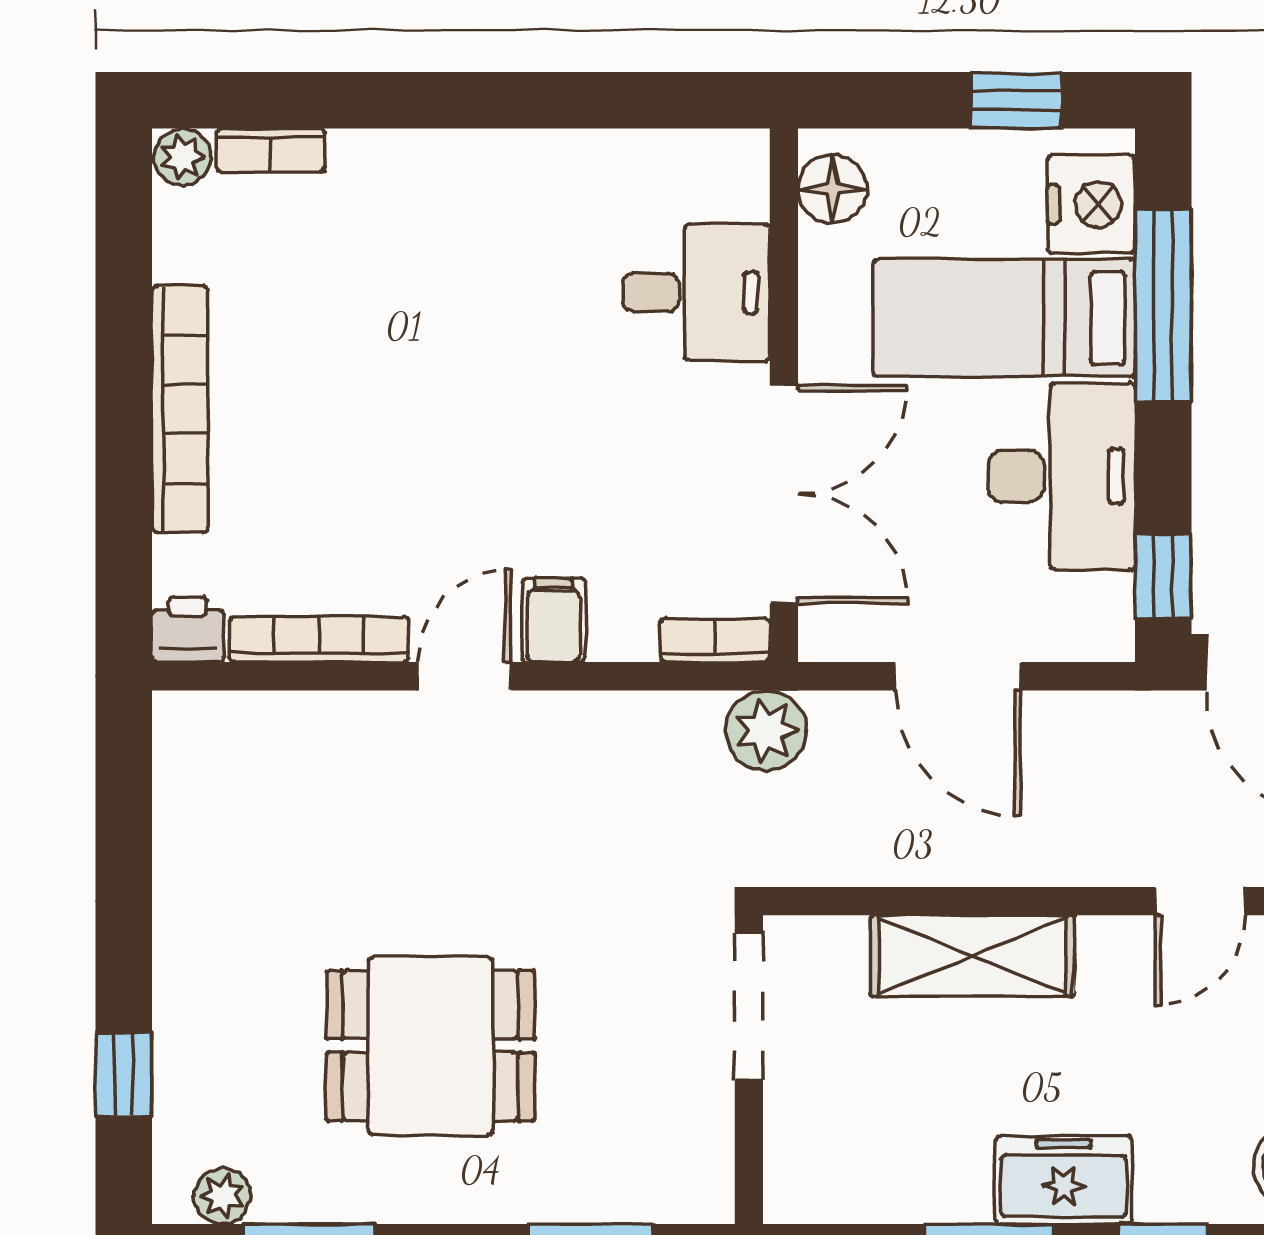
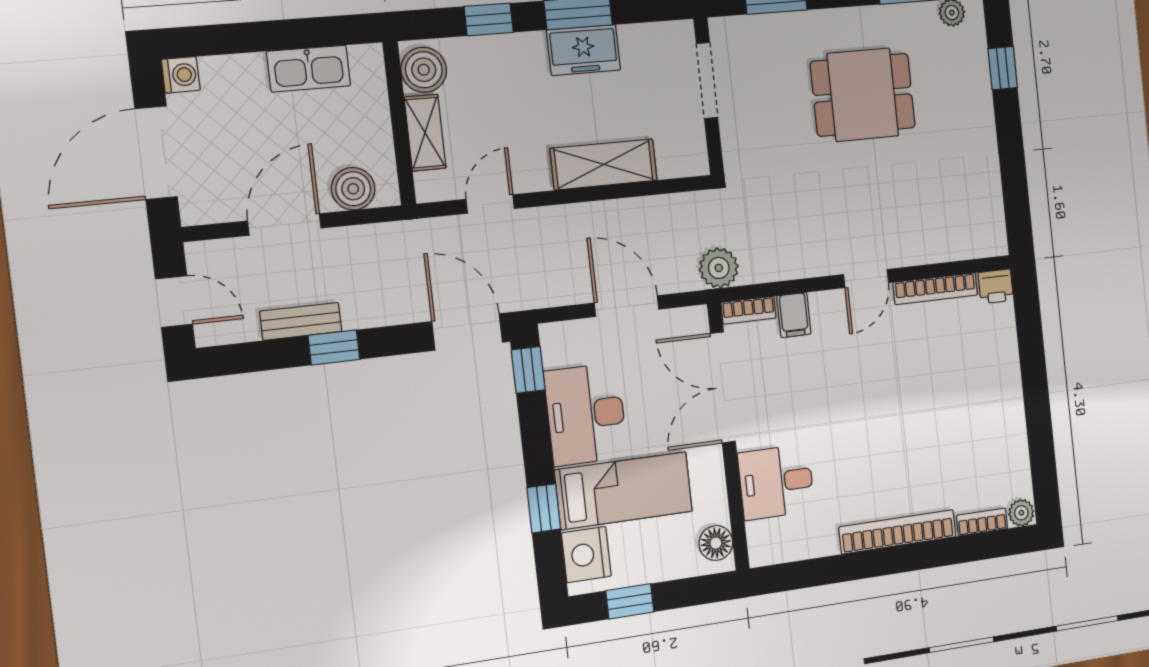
window: (1163, 306) -> (544, 508), width x0.46
bookcase: (180, 409) -> (898, 532), moved, turned 90
filing cabinet: (553, 620) -> (794, 315), moved
doorway: (749, 1006) -> (707, 80), moved
freezer: (1064, 1180) -> (584, 50), moved

